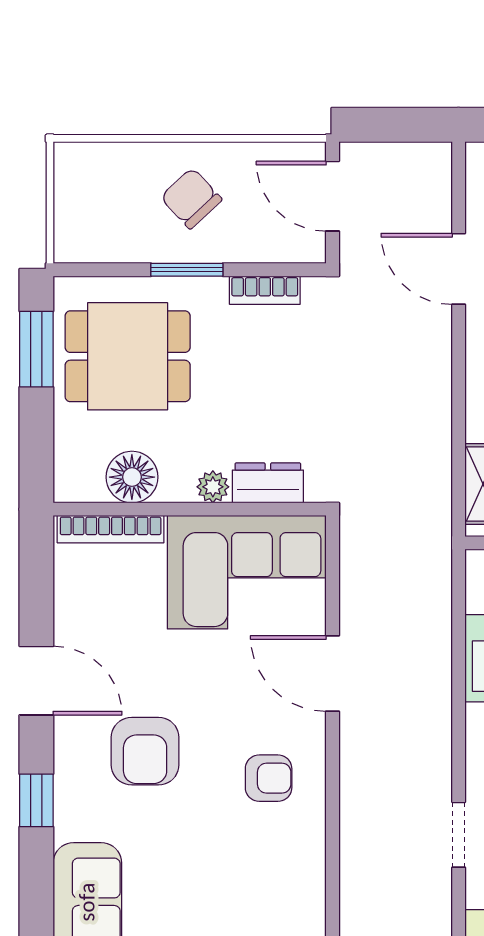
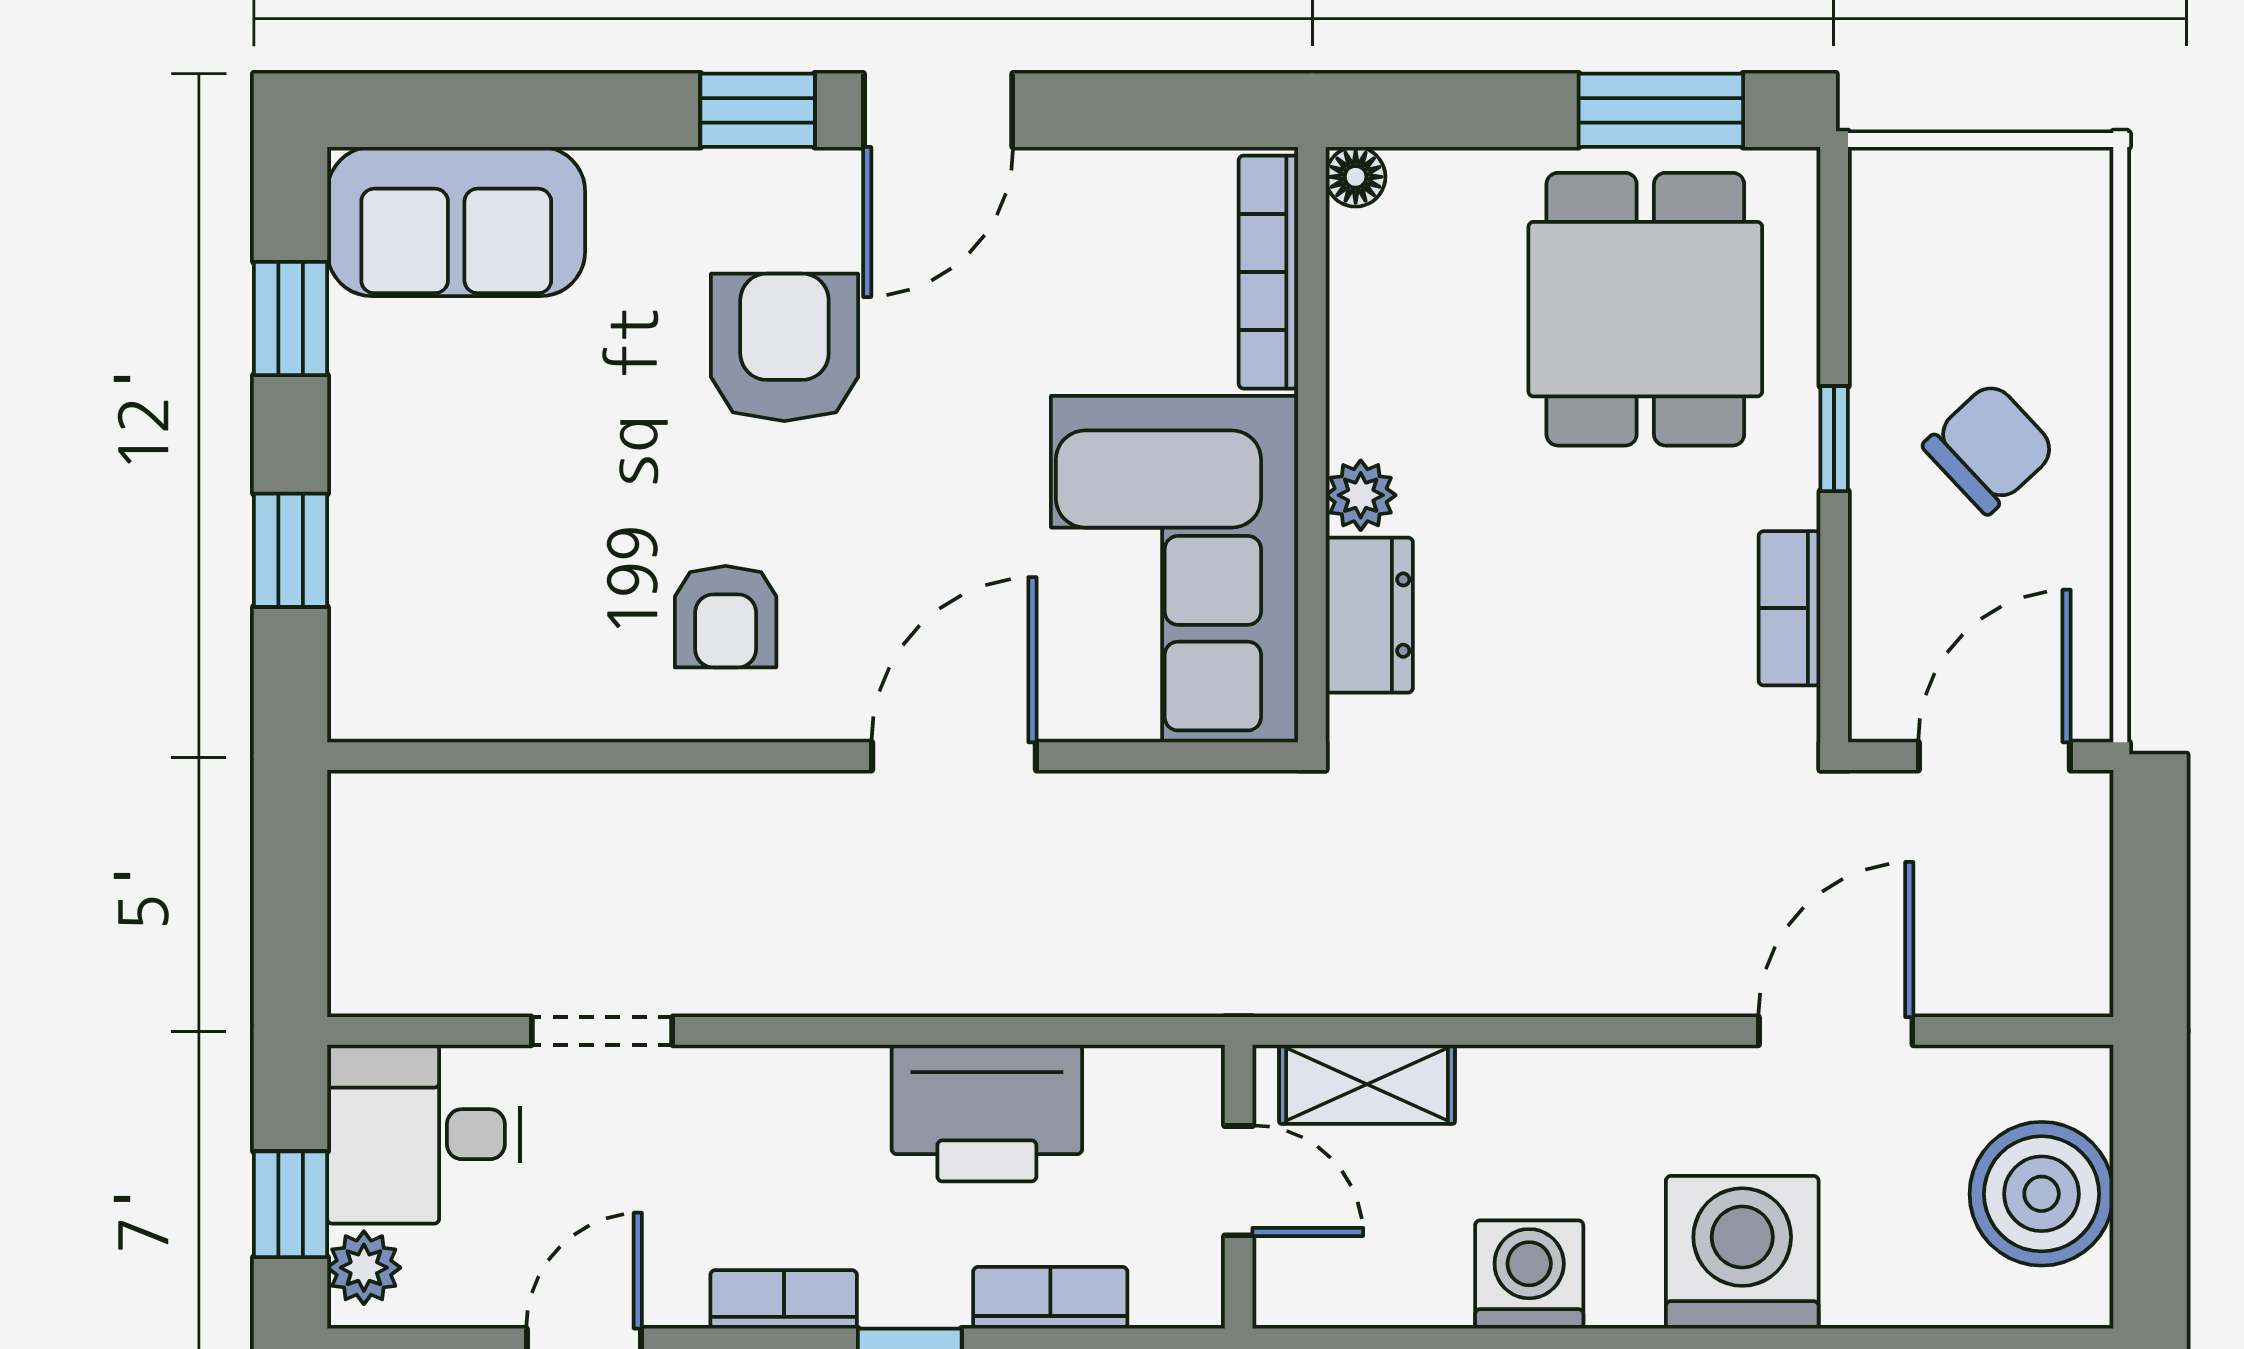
window: (187, 270) -> (1834, 439), width x0.67
floor lamp: (132, 477) -> (1356, 177), moved, width x0.53, depth x0.53
armchair: (145, 751) -> (784, 347), turned 90
window: (36, 800) -> (758, 110), moved

